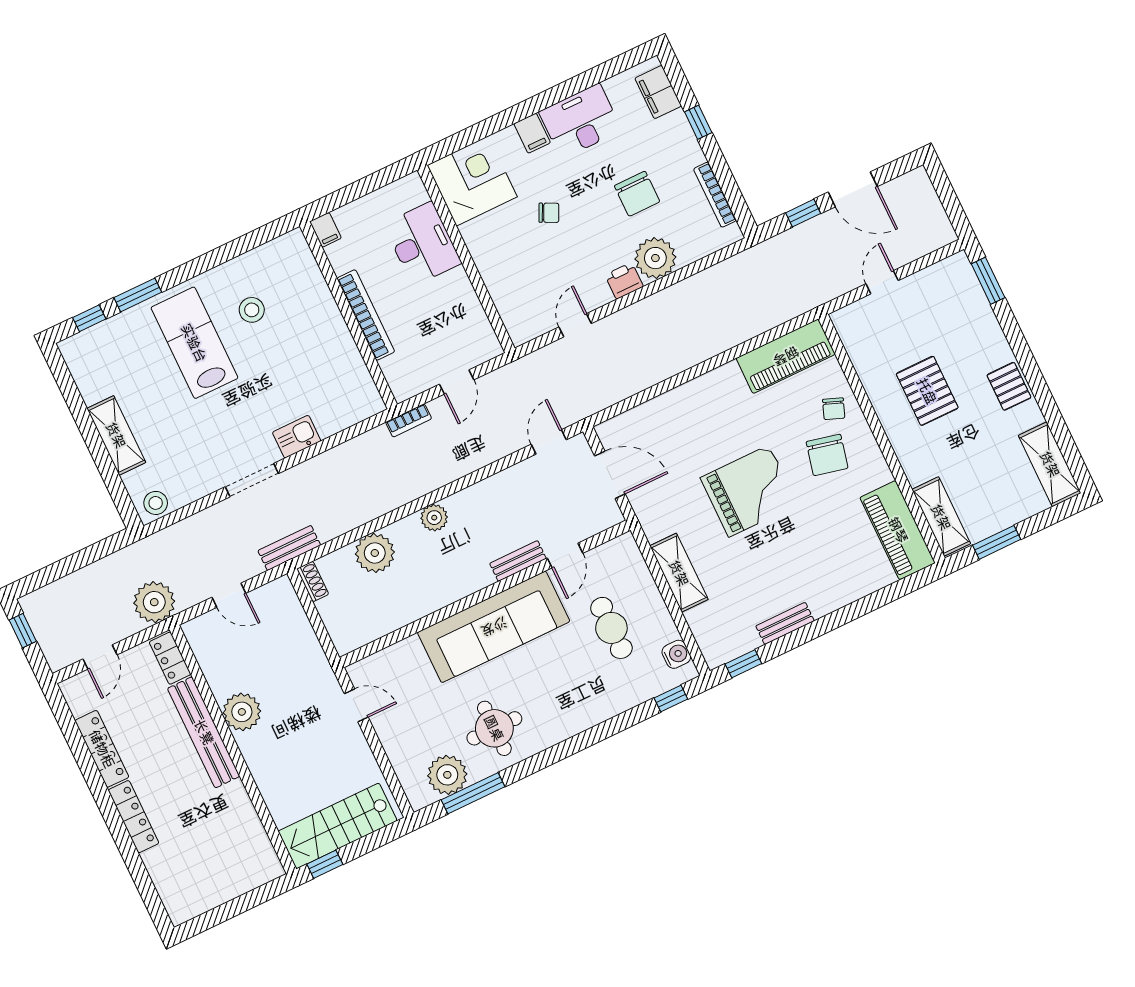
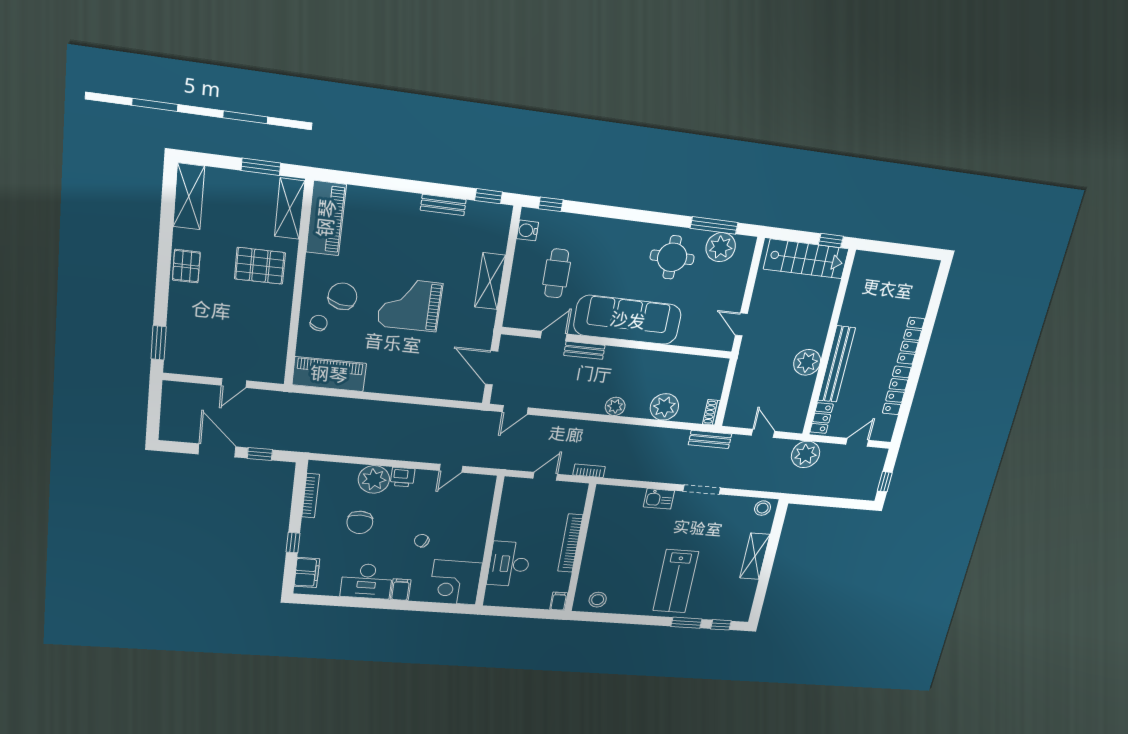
chair: (637, 194) -> (360, 522), turned 180
stool: (252, 310) -> (598, 600), moved
pallet: (927, 391) -> (260, 266), moved, turned 90

